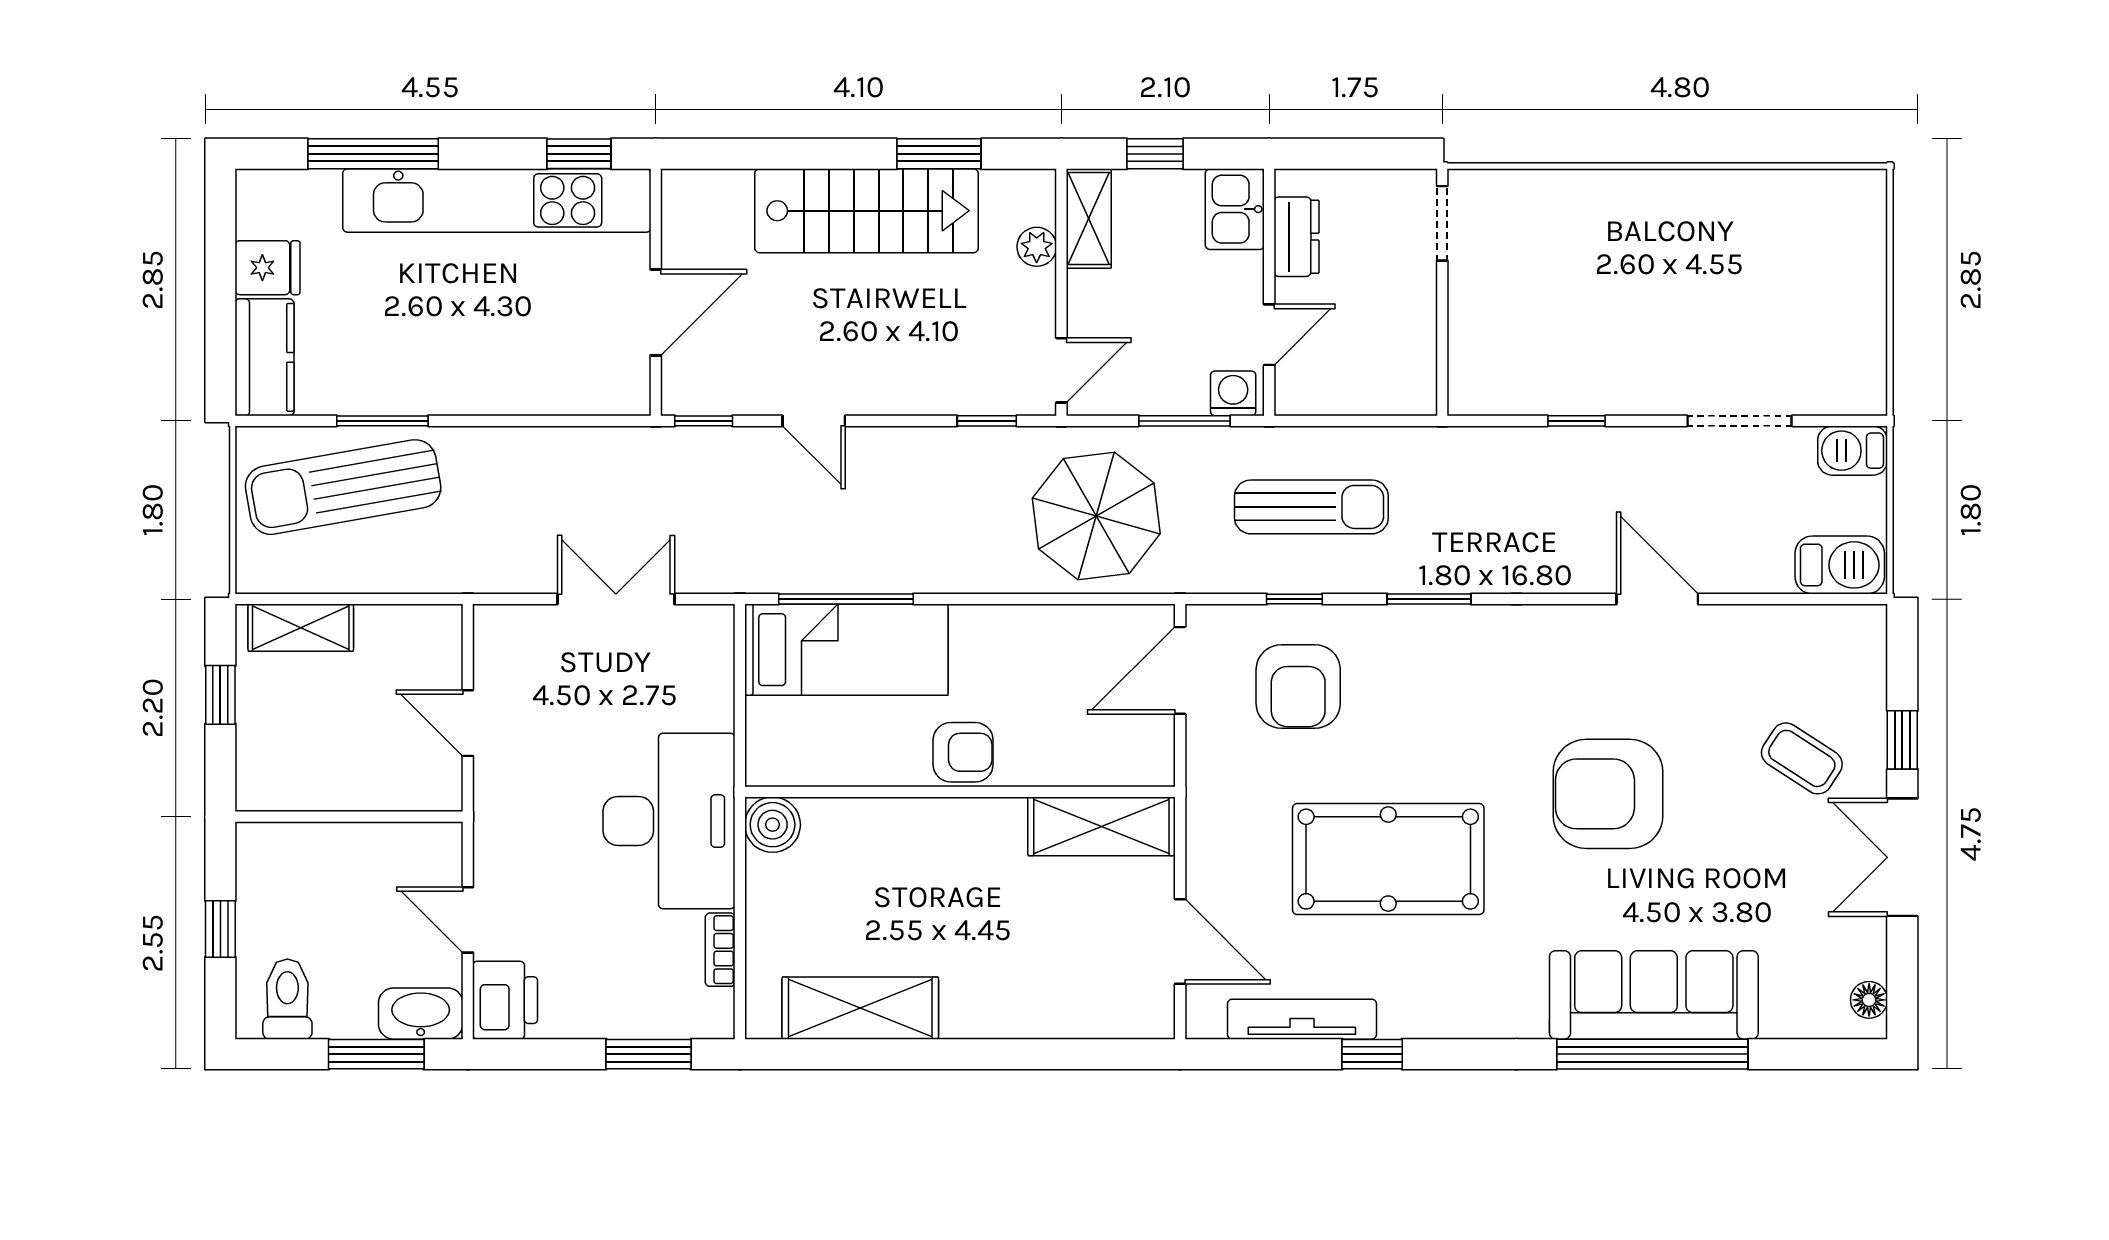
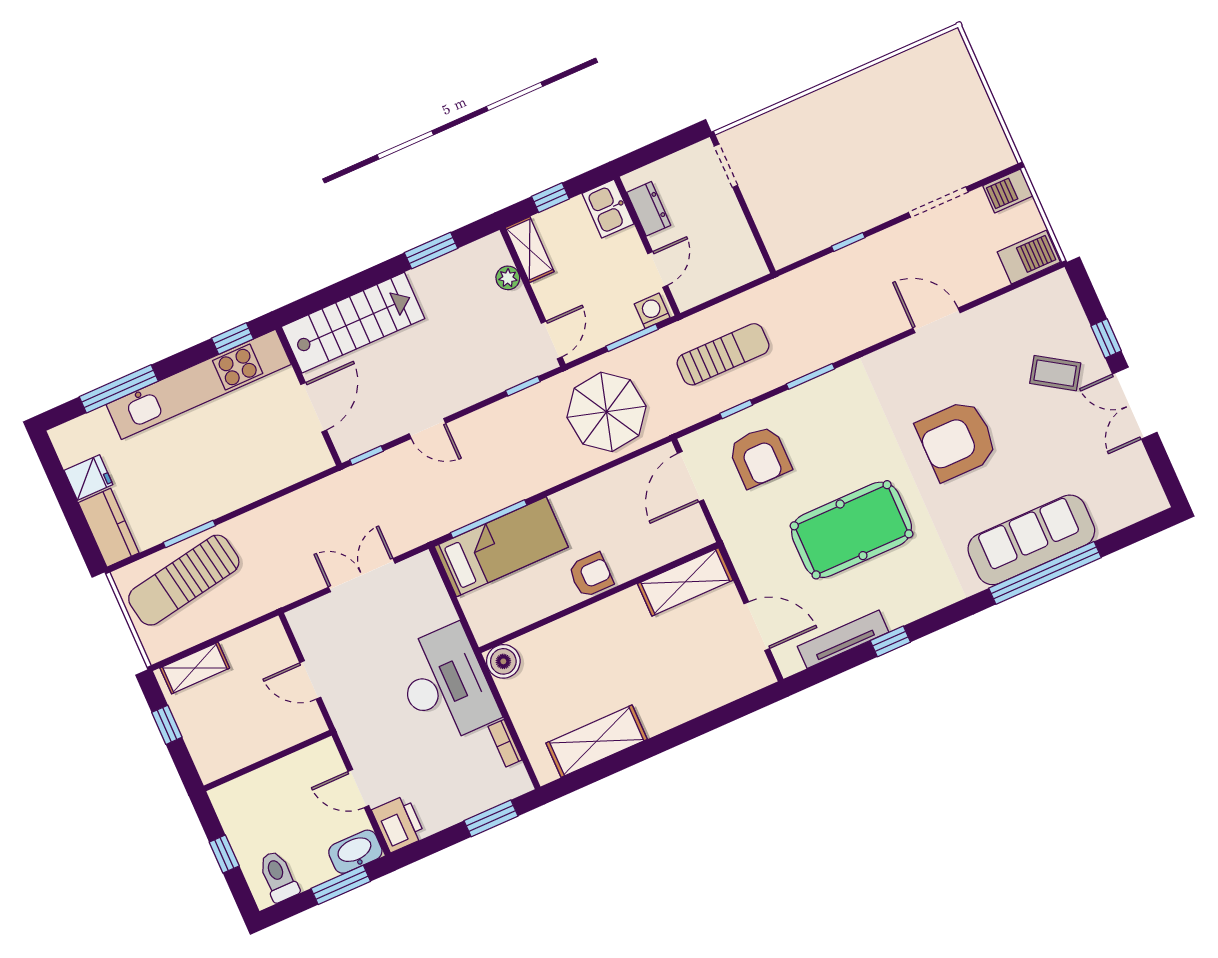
stairs: (866, 211) -> (353, 323), moved
floor lamp: (1869, 1000) -> (1151, 490), removed

